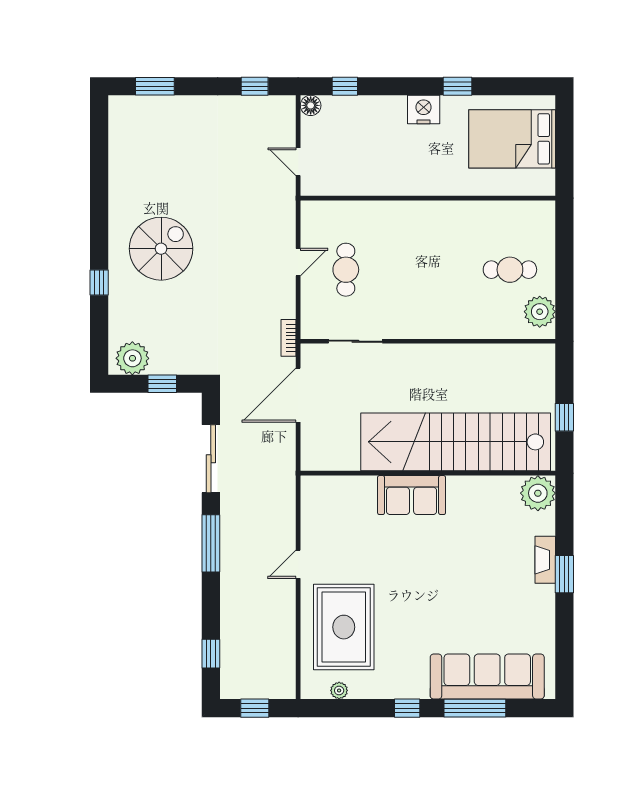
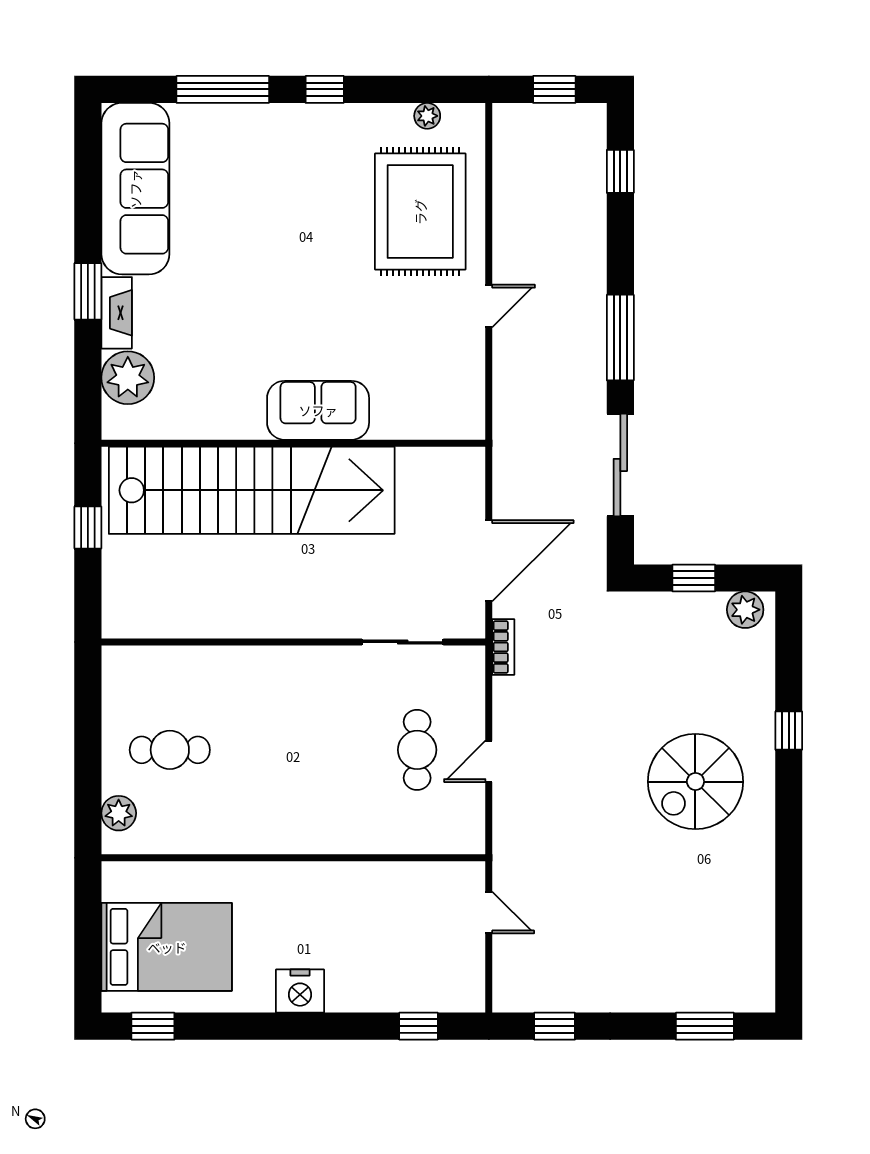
window: (457, 86) -> (153, 1026), moved
floor lamp: (311, 105) -> (470, 997), removed
plant: (540, 312) -> (119, 813), moved, width x0.73, depth x0.73
plant: (132, 358) -> (745, 610), width x0.73, depth x0.73
plant: (538, 493) -> (128, 378), moved
sofa: (487, 677) -> (135, 189), moved, turned -90

